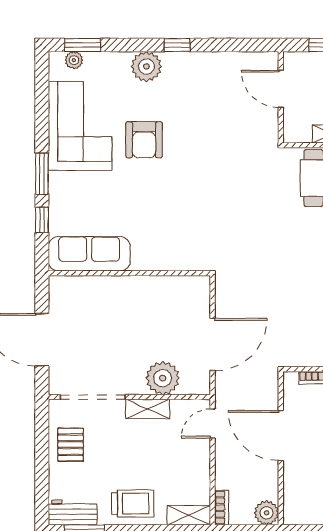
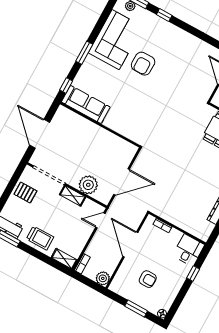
window: (177, 45) -> (164, 15), moved
plant: (146, 67) -> (164, 28), removed
window: (42, 220) -> (66, 85), moved
pallet: (71, 445) -> (25, 193), turned 90

